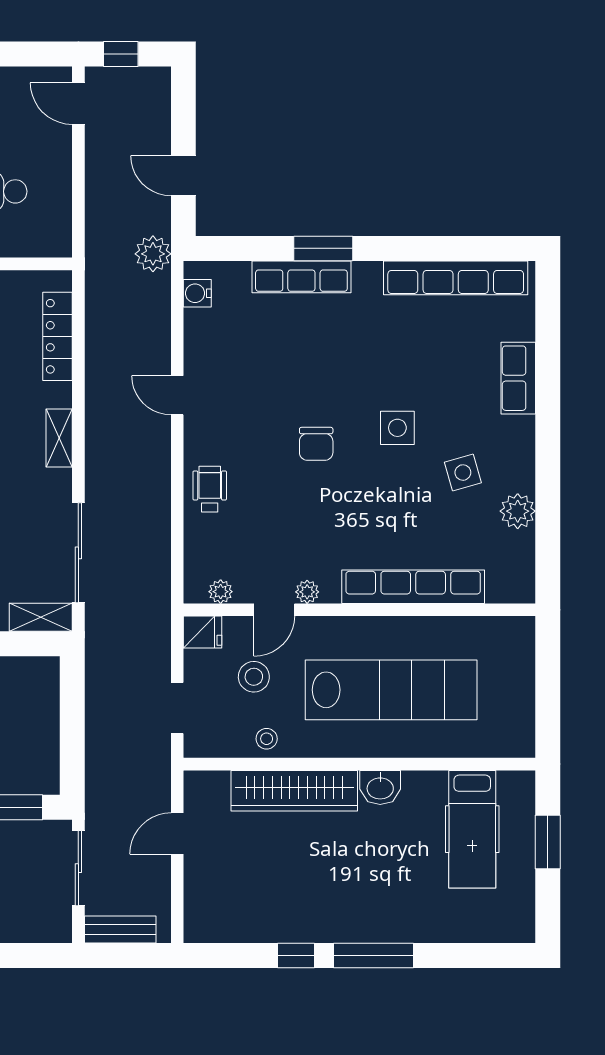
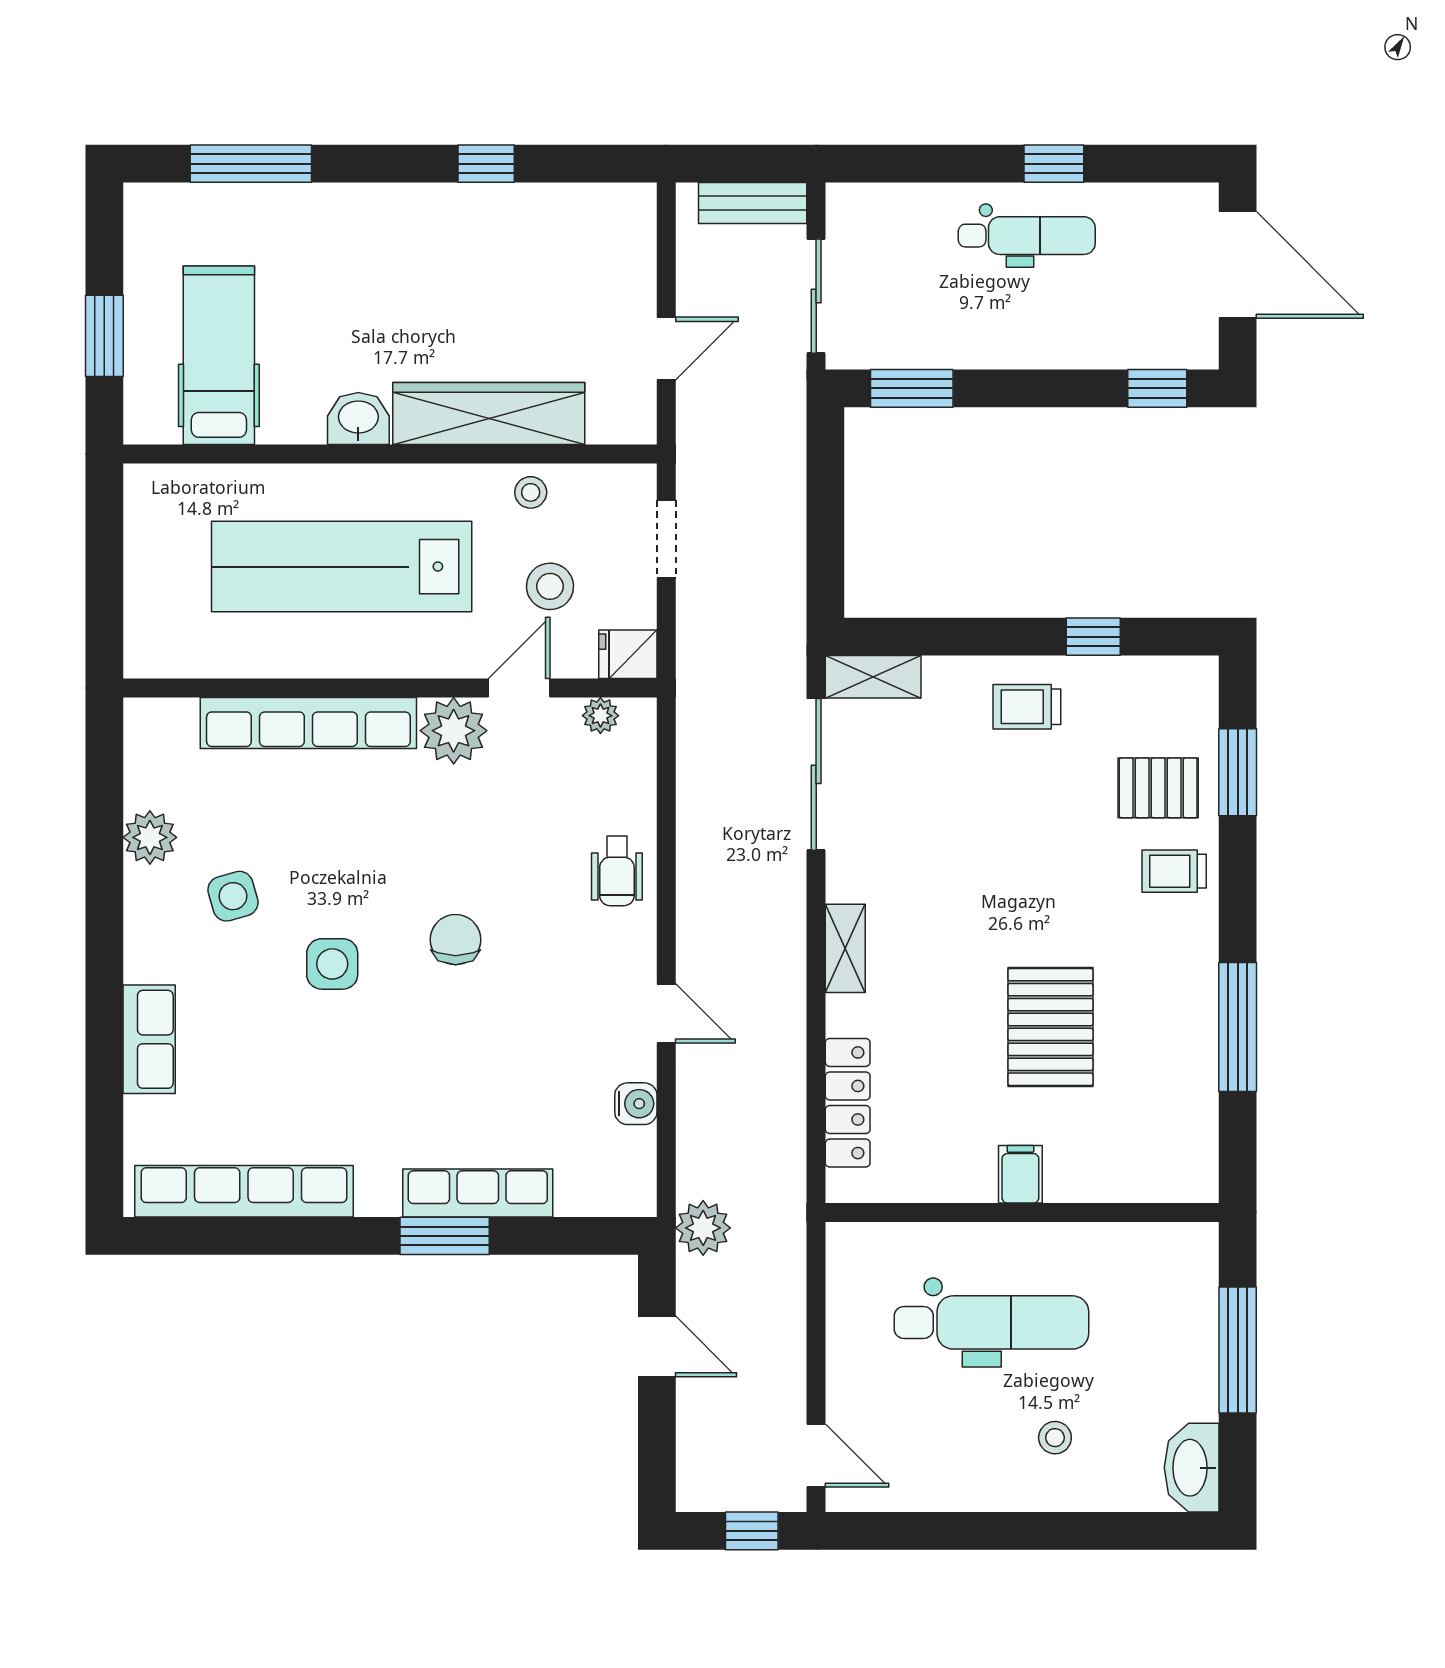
water cooler: (197, 293) -> (636, 1104), moved
plant: (307, 592) -> (454, 731), width x1.88, depth x1.88
window: (374, 956) -> (251, 164), moved

